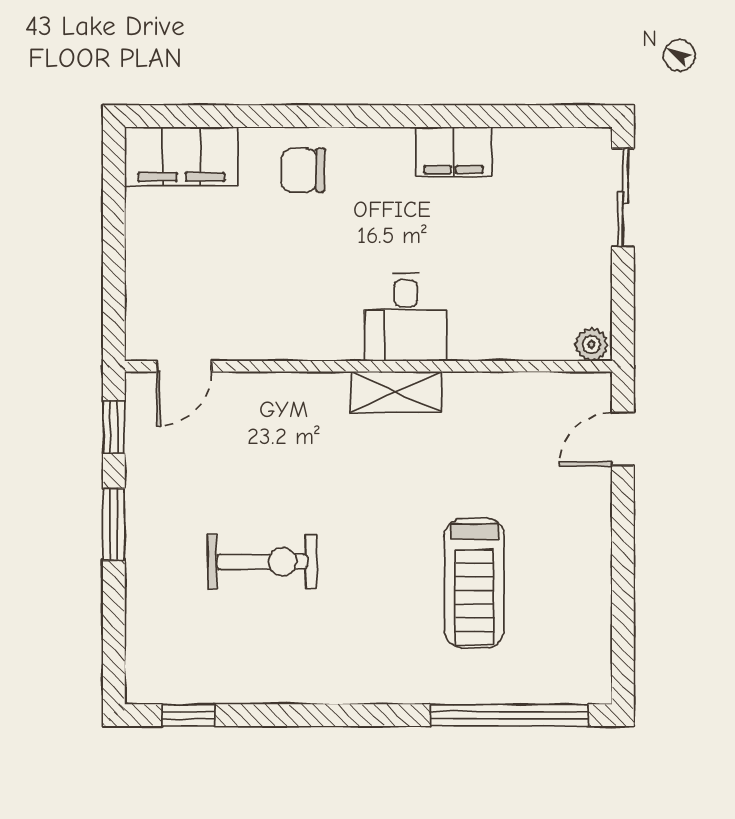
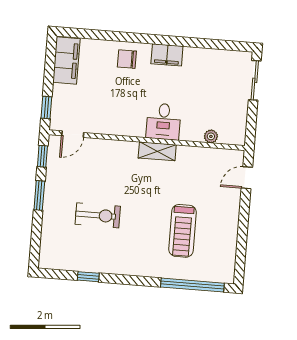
filing cabinet: (453, 152) -> (167, 55), moved
filing cabinet: (181, 156) -> (66, 61), moved, turned -90
window: (114, 306) -> (46, 108), added
plant: (591, 344) -> (211, 136), moved
window: (188, 715) -> (88, 277), moved

